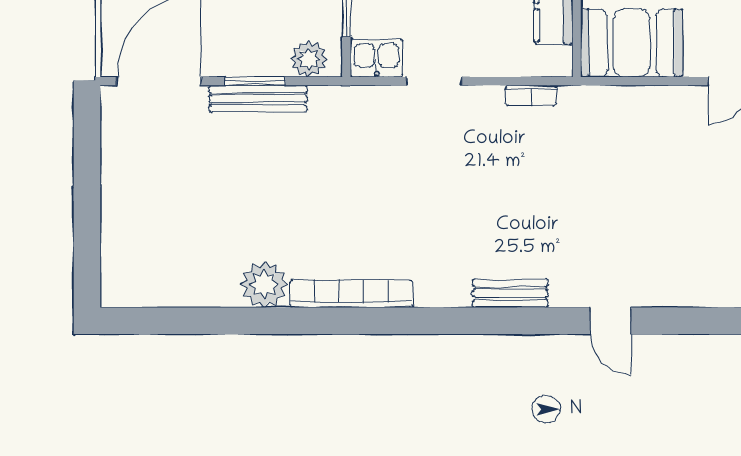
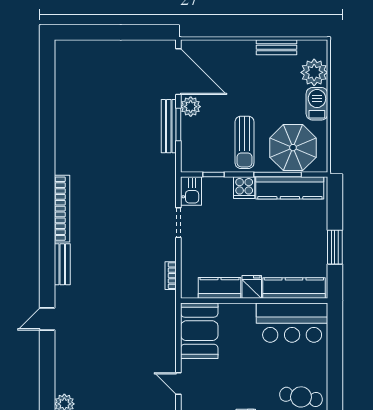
plant: (309, 59) -> (191, 107), moved
plant: (264, 284) -> (67, 129), removed
bookcase: (351, 294) -> (62, 209), moved

